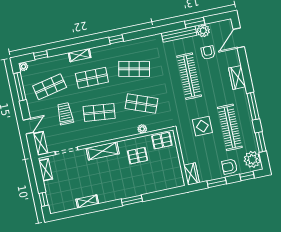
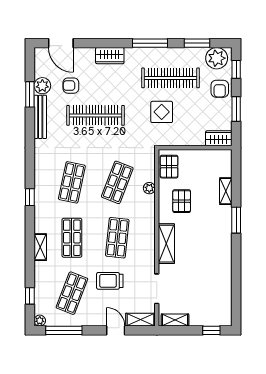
shop shelf: (50, 87) -> (72, 293), turned 33
shelving: (87, 202) -> (226, 191), moved

